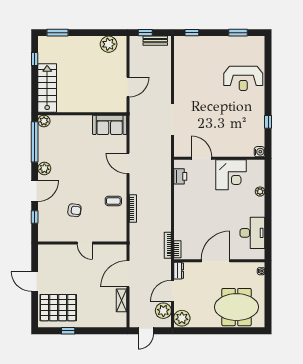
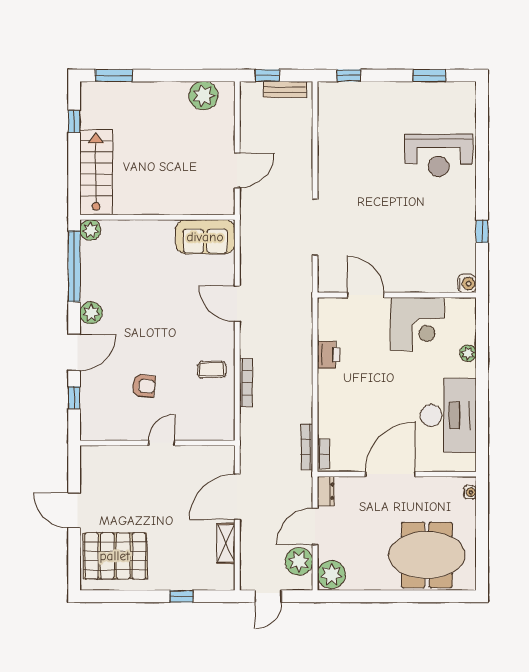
printer: (180, 176) -> (329, 355), moved
desk: (252, 233) -> (448, 415), width x1.36, depth x1.30
door: (85, 243) -> (162, 443), swing flipped
window: (68, 331) -> (181, 596), moved

